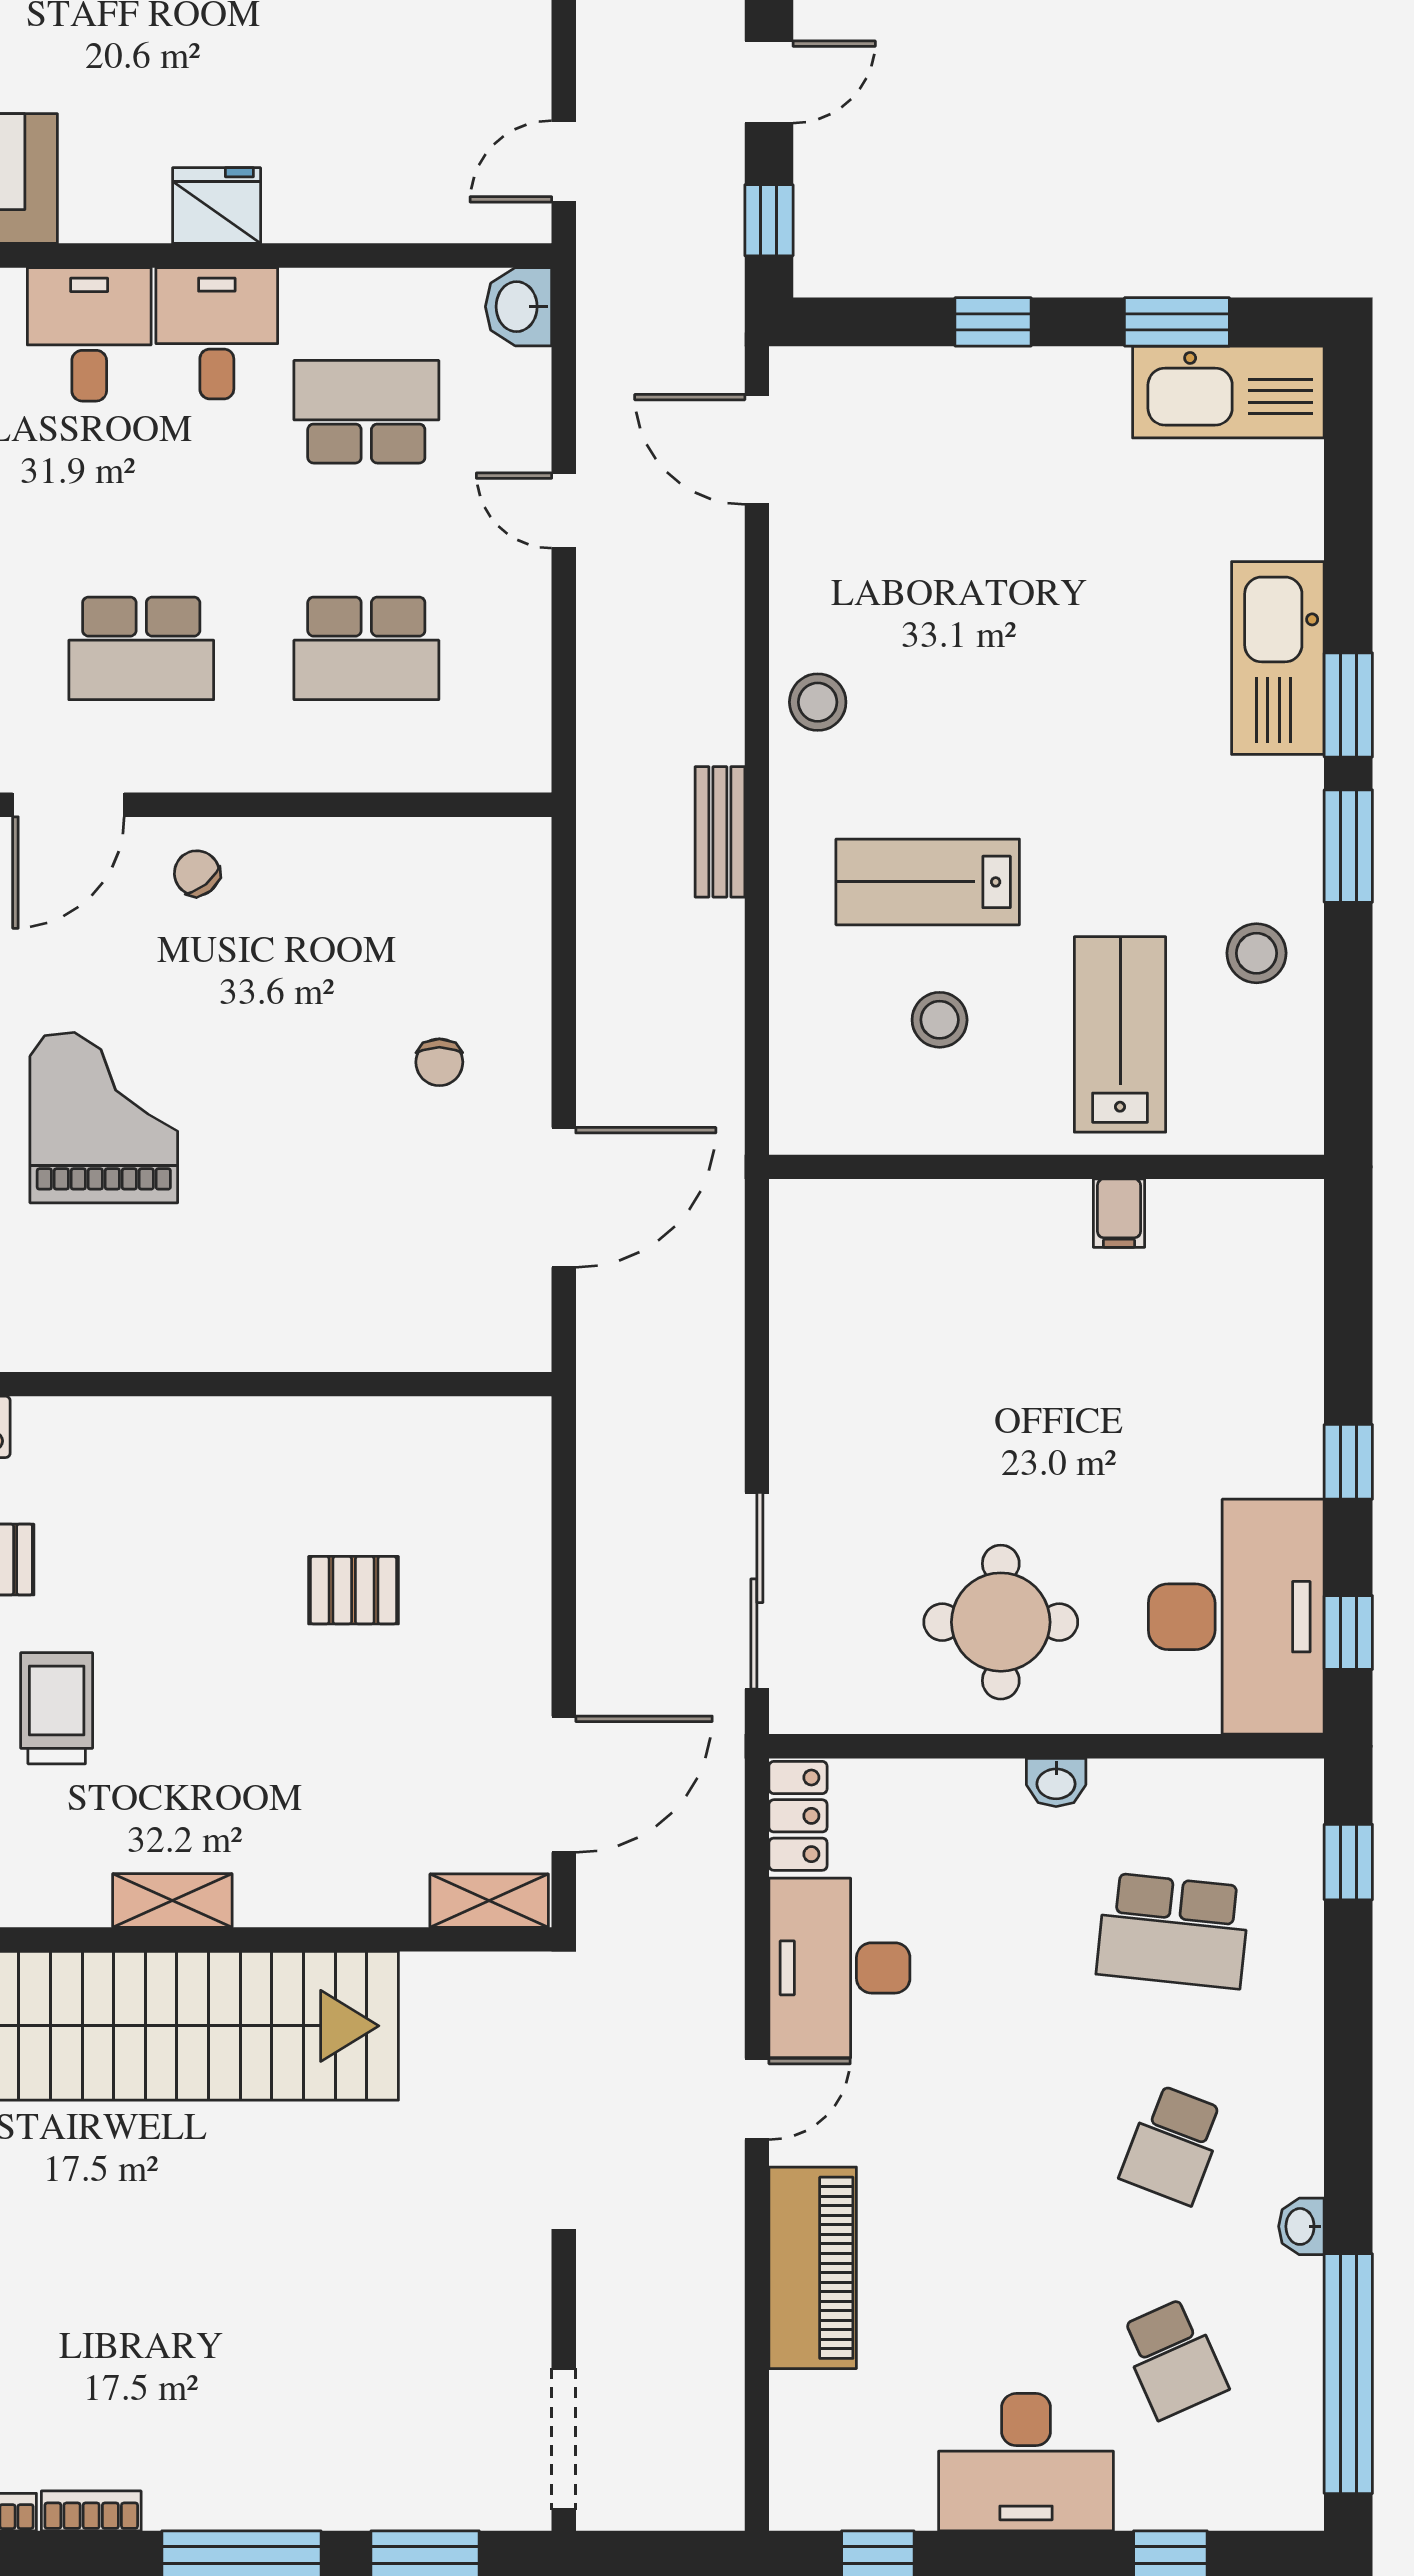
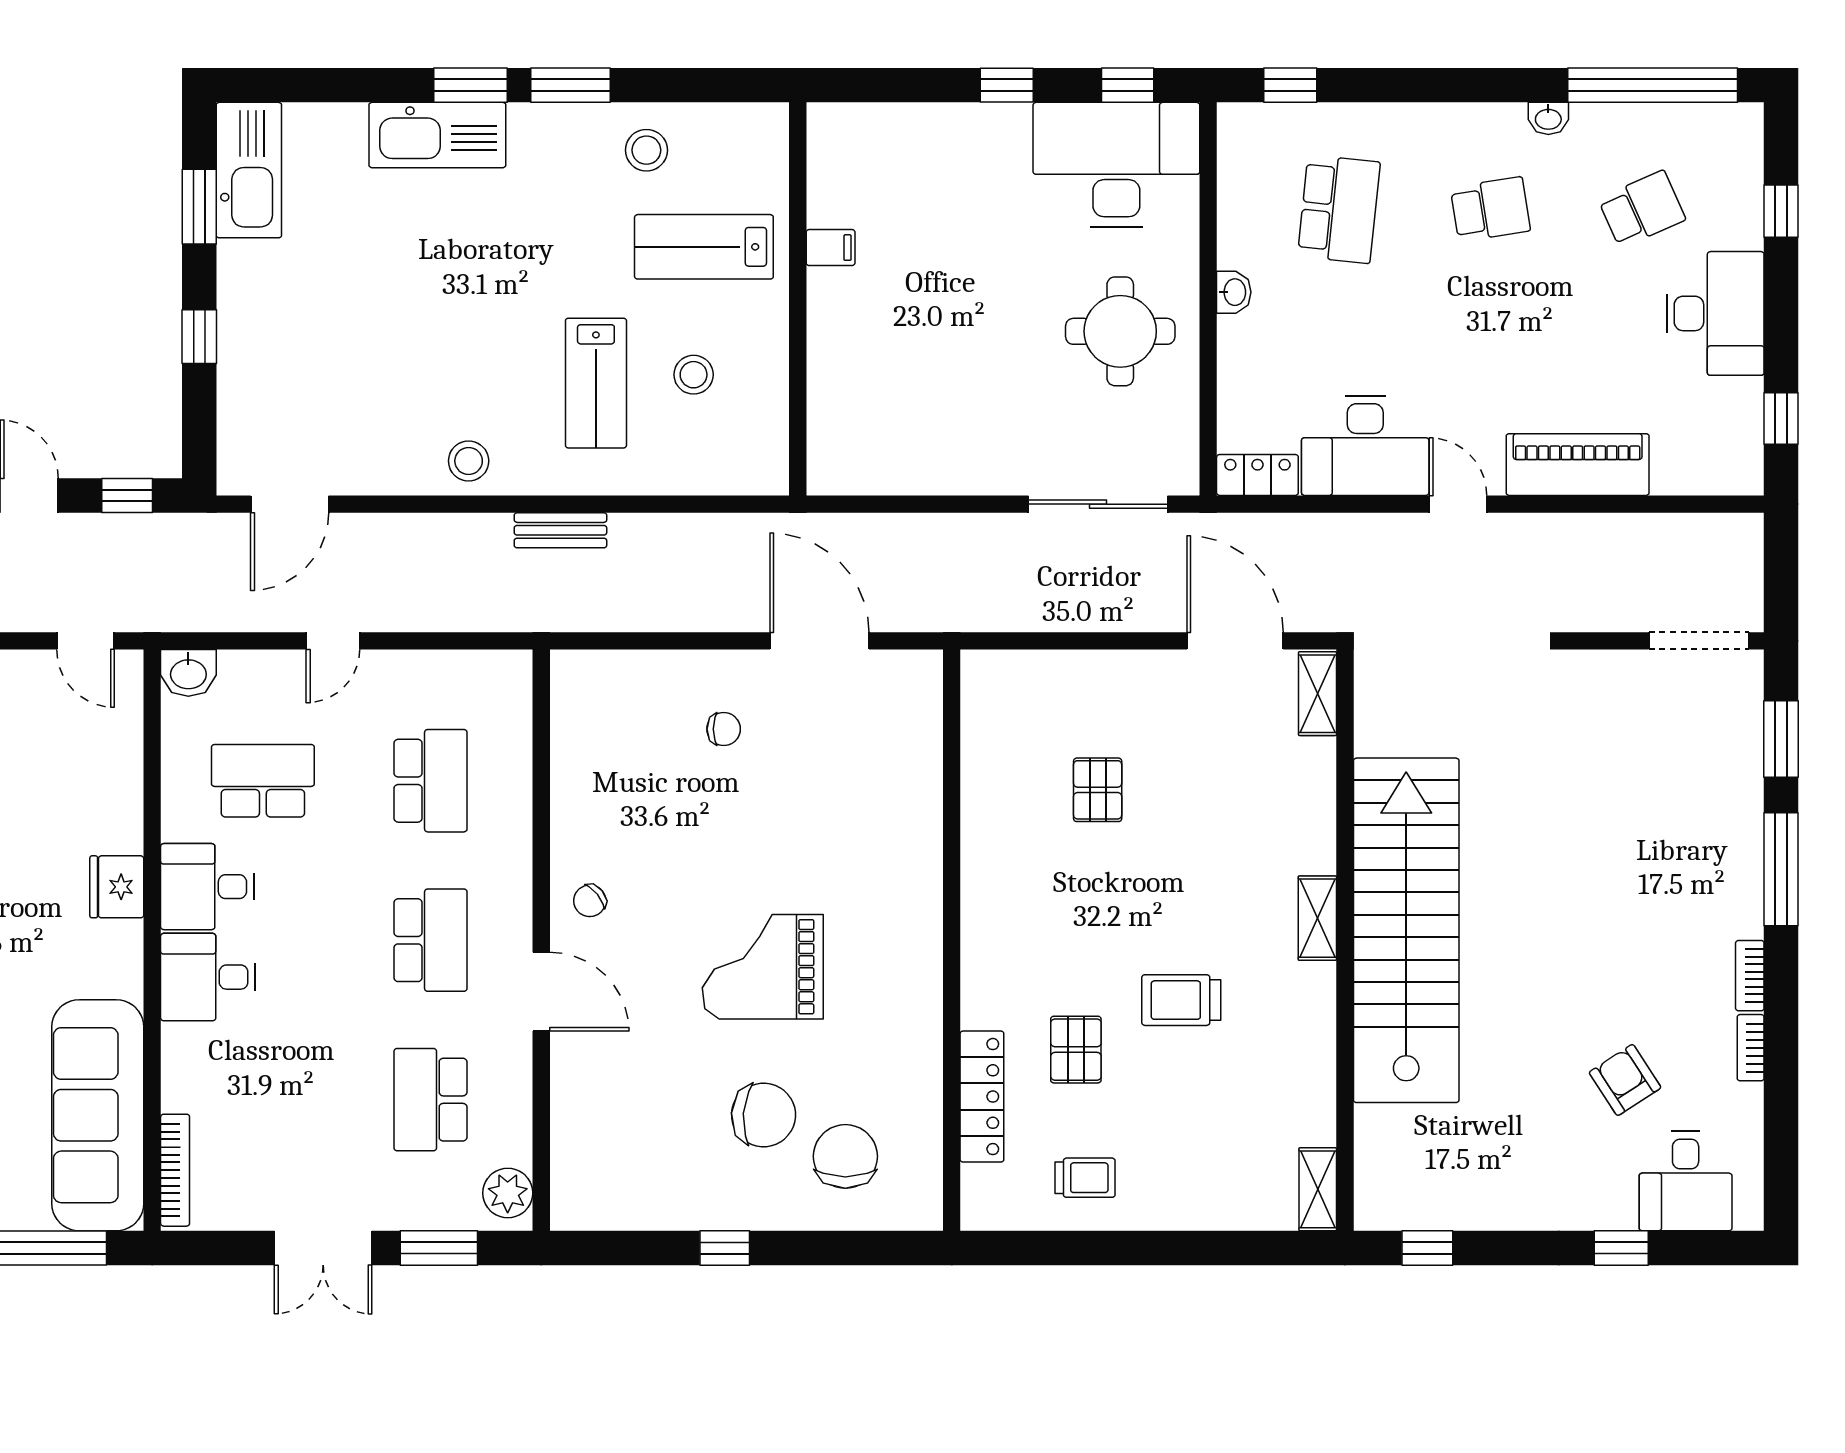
school desk: (366, 412) -> (263, 781), turned 90
school desk: (1173, 2145) -> (1490, 209), turned -30

